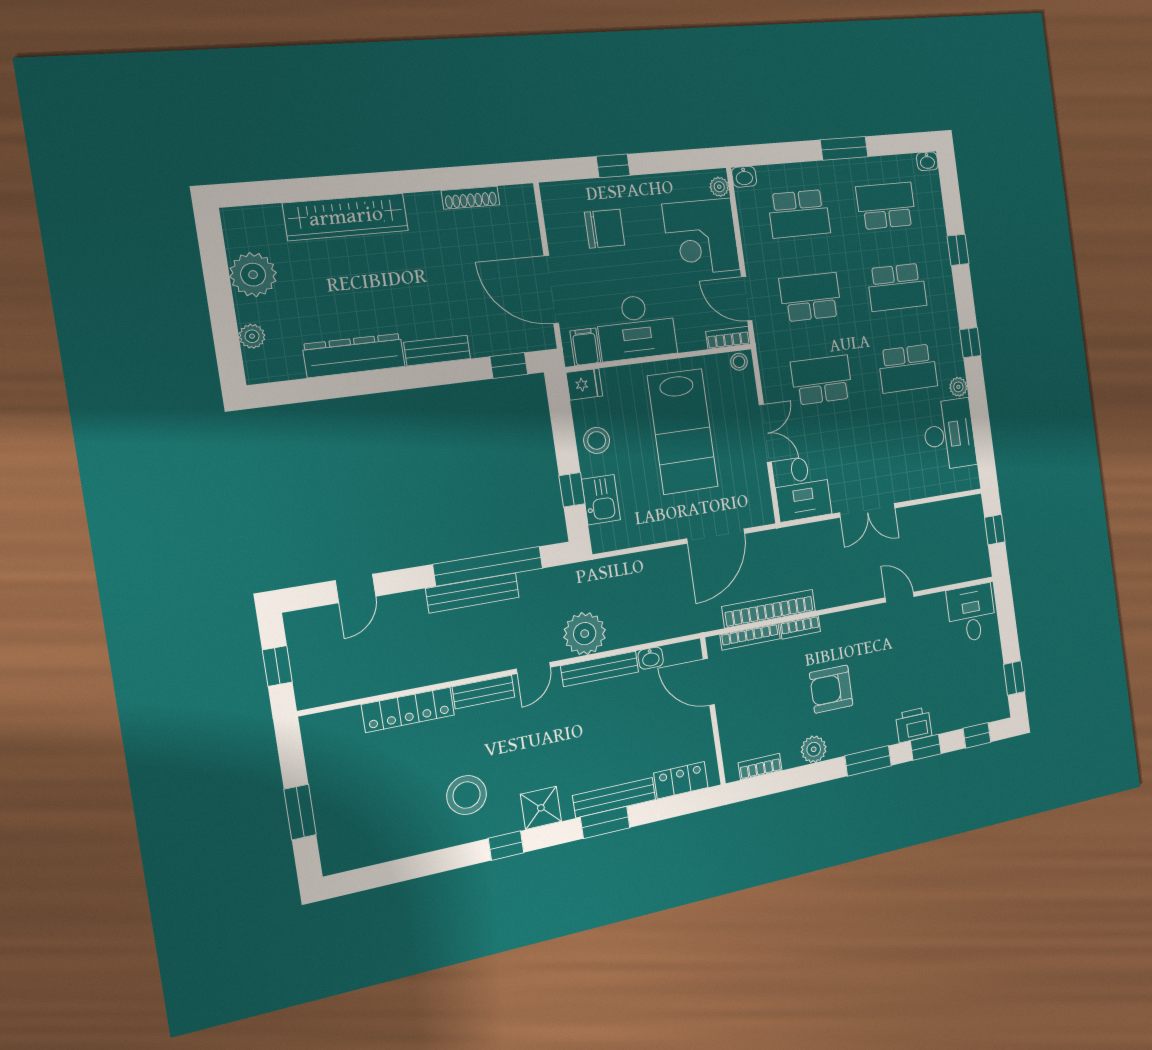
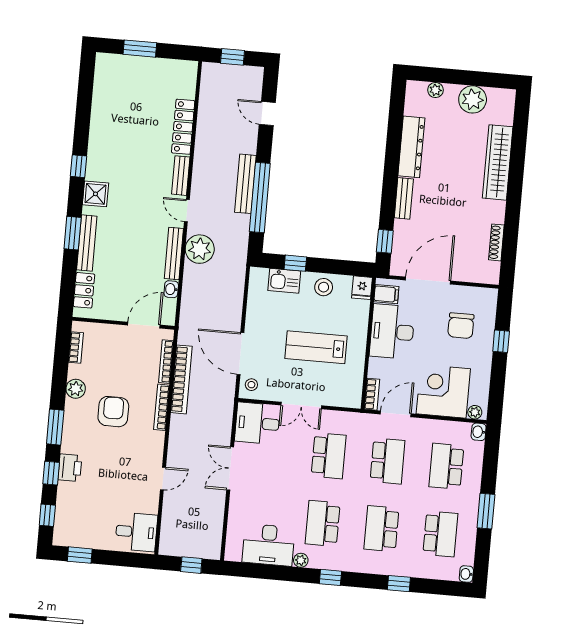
stool: (739, 362) -> (251, 385), moved
lab bench: (683, 431) -> (316, 347), width x0.73, depth x0.72
bookcase: (800, 627) -> (162, 407), width x1.56
stool: (467, 795) -> (119, 149), removed

